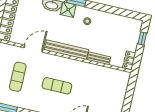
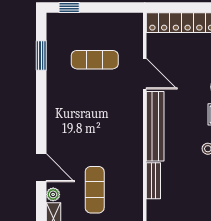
exercise mat: (57, 86) -> (95, 190), moved

